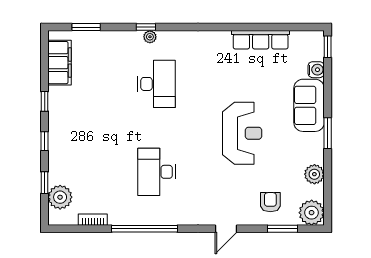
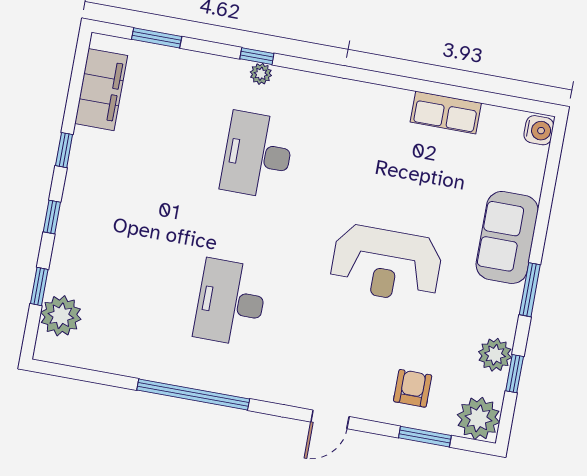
row of seats: (261, 40) -> (446, 113), width x0.68
window: (328, 47) -> (515, 374), moved
water cooler: (316, 70) -> (539, 130), moved
desk: (157, 84) -> (258, 155), turned 180
reception desk: (242, 133) -> (386, 264), turned 90
bookcase: (93, 220) -> (109, 363), removed

